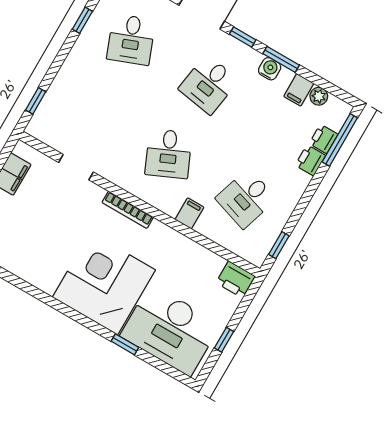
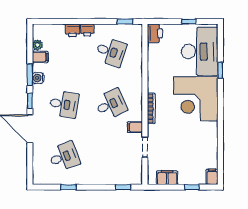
printer: (324, 139) -> (87, 30), moved
window: (340, 140) -> (53, 21), removed
filing cabinet: (189, 213) -> (135, 127), moved

